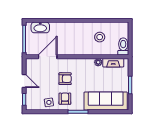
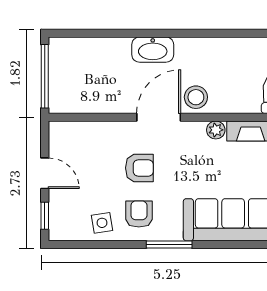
washbasin: (40, 27) -> (153, 50), moved
stool: (100, 37) -> (196, 97), moved
door: (48, 57) -> (159, 117), moved

